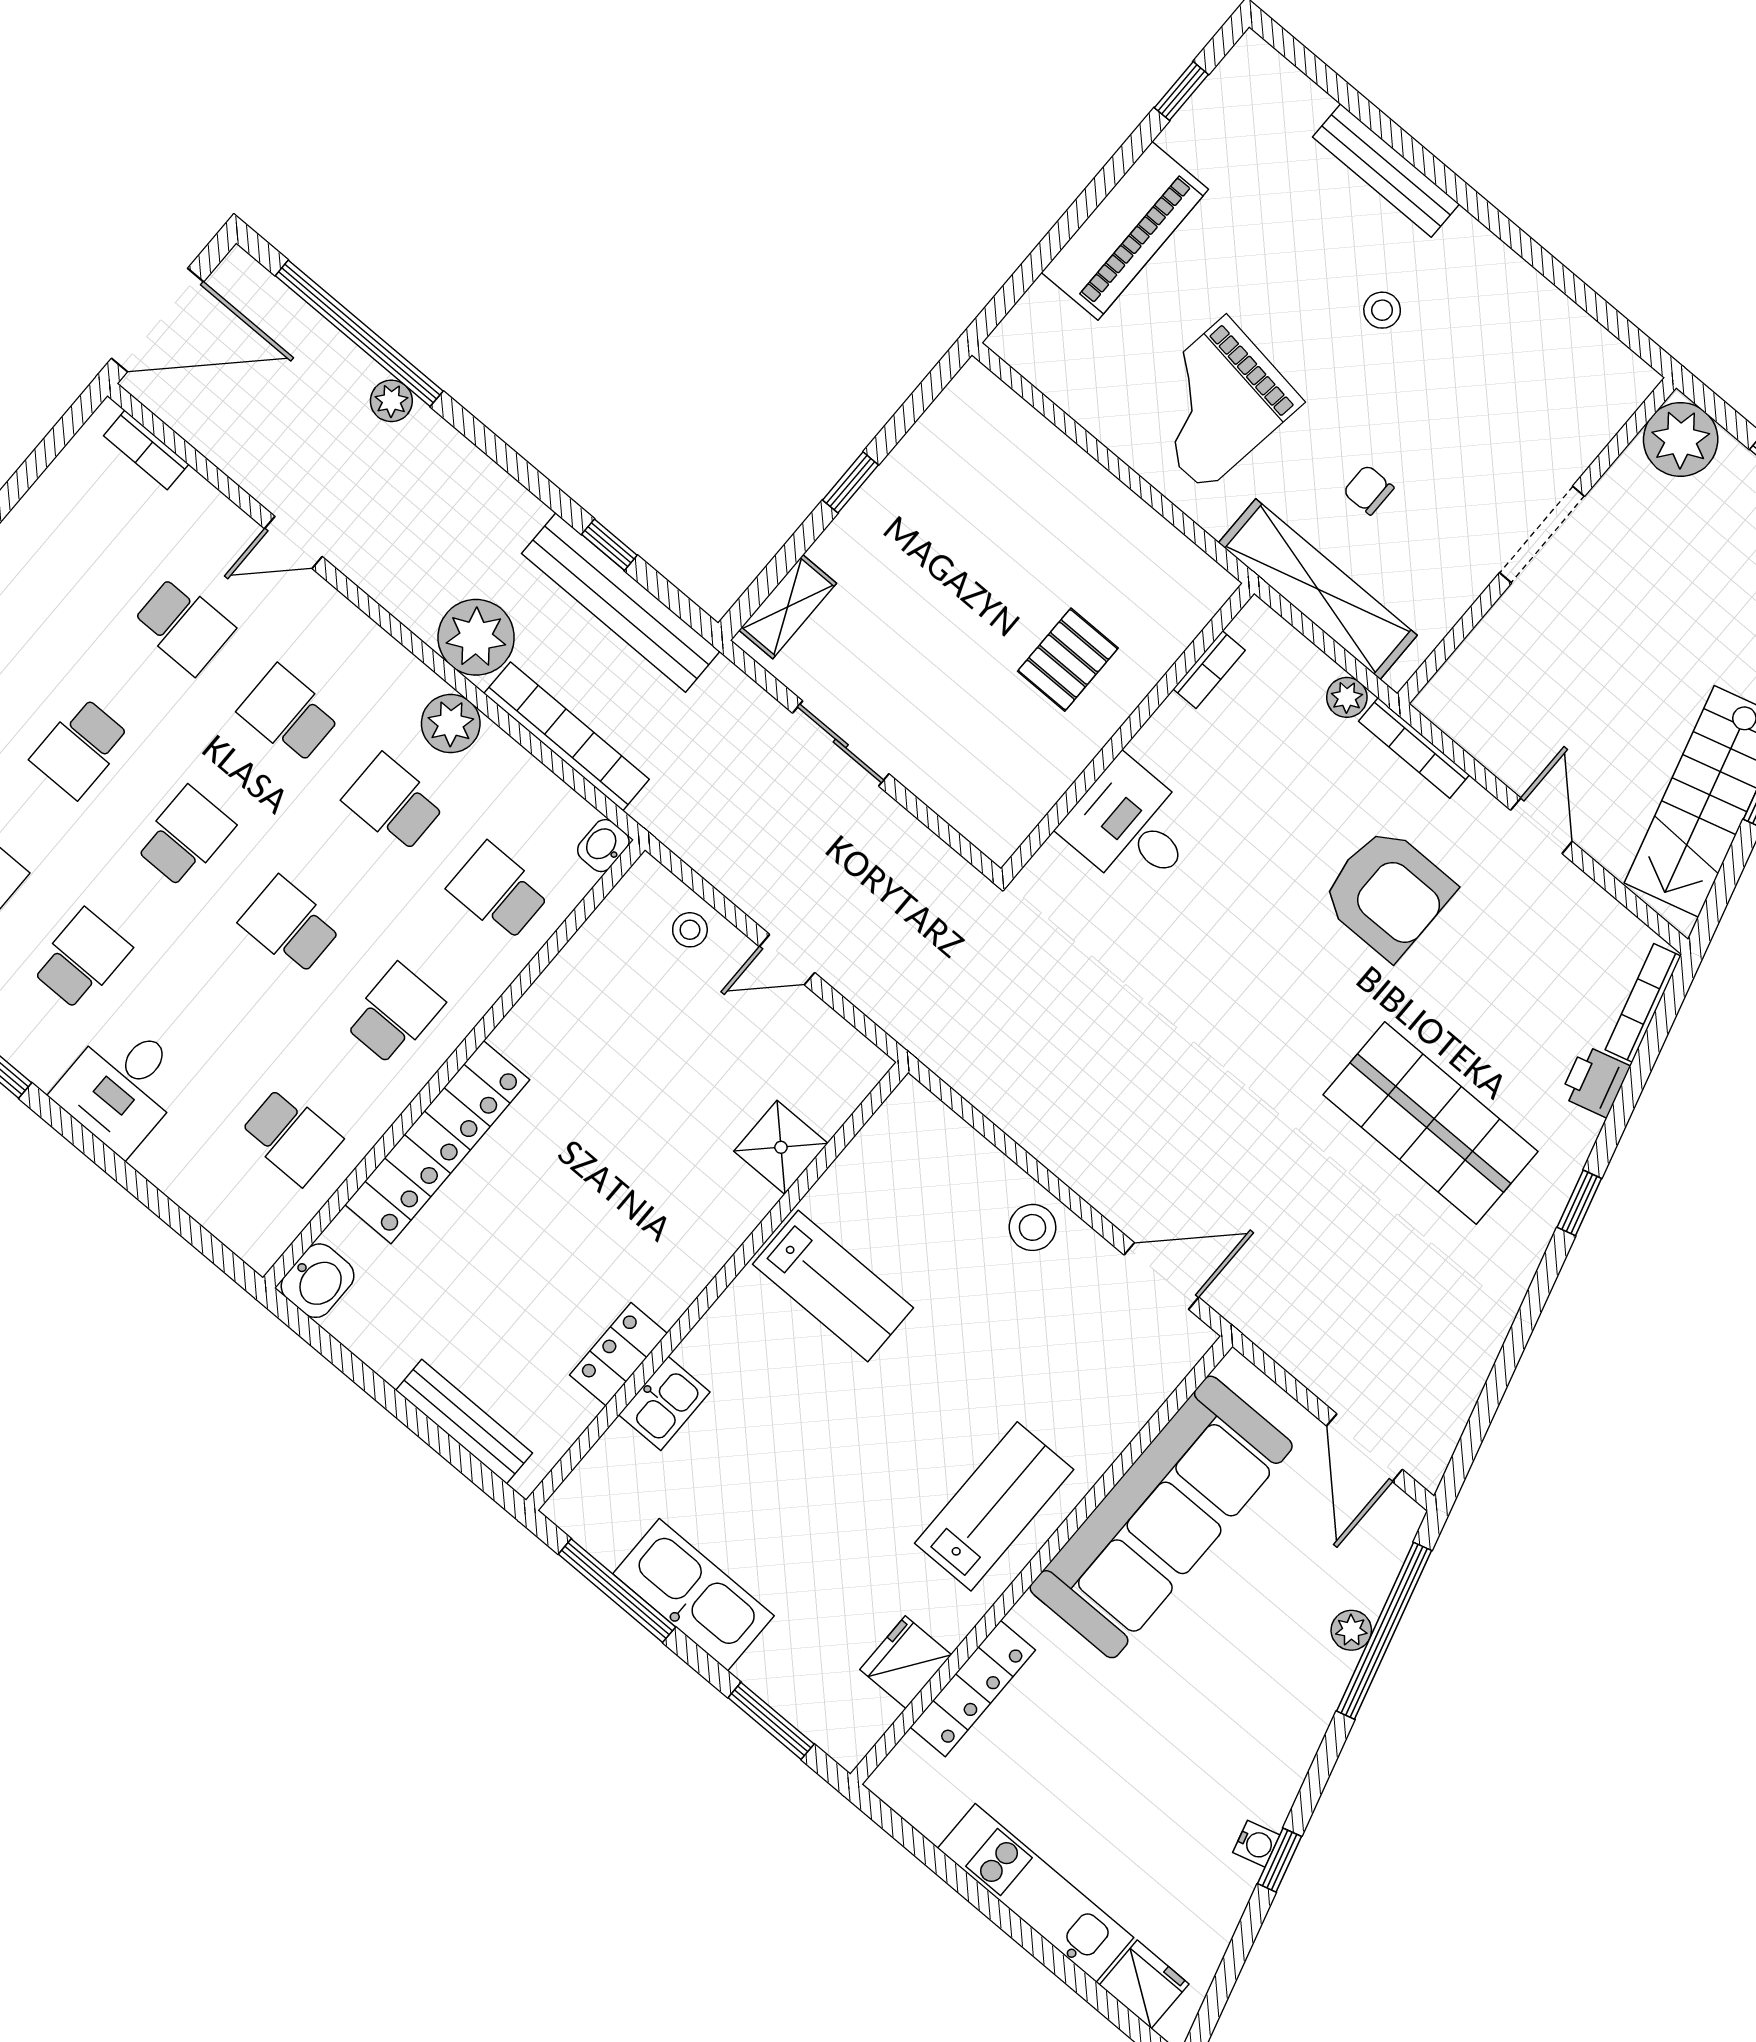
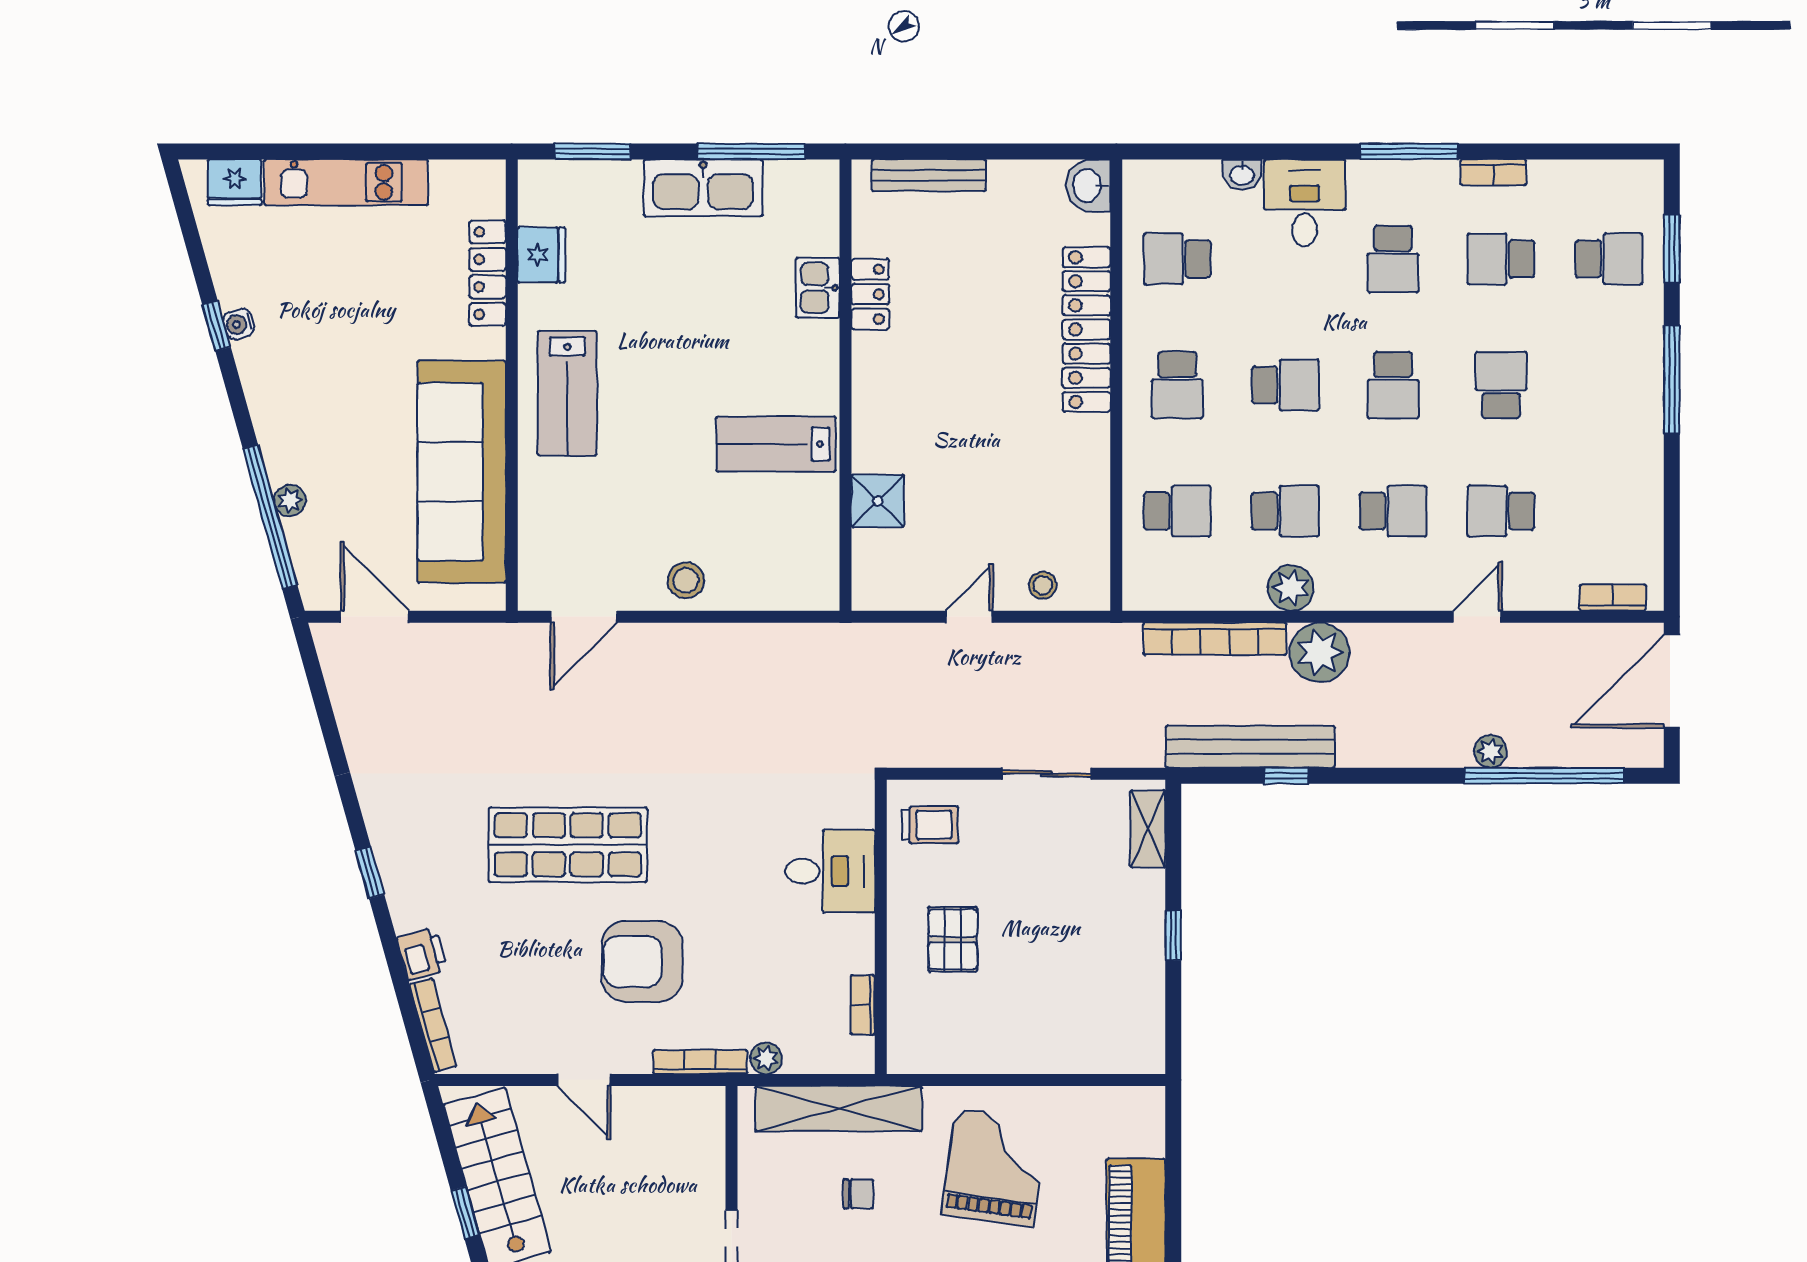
trolley: (996, 790) -> (930, 825), added
washbasin: (603, 846) -> (1242, 175), moved, turned 90
shop shelf: (1430, 1123) -> (568, 845), moved

